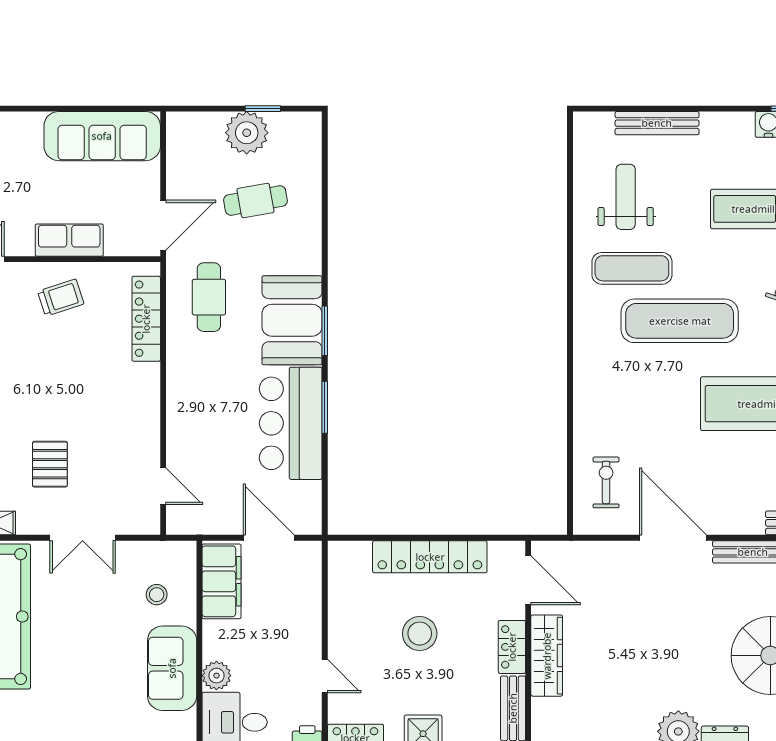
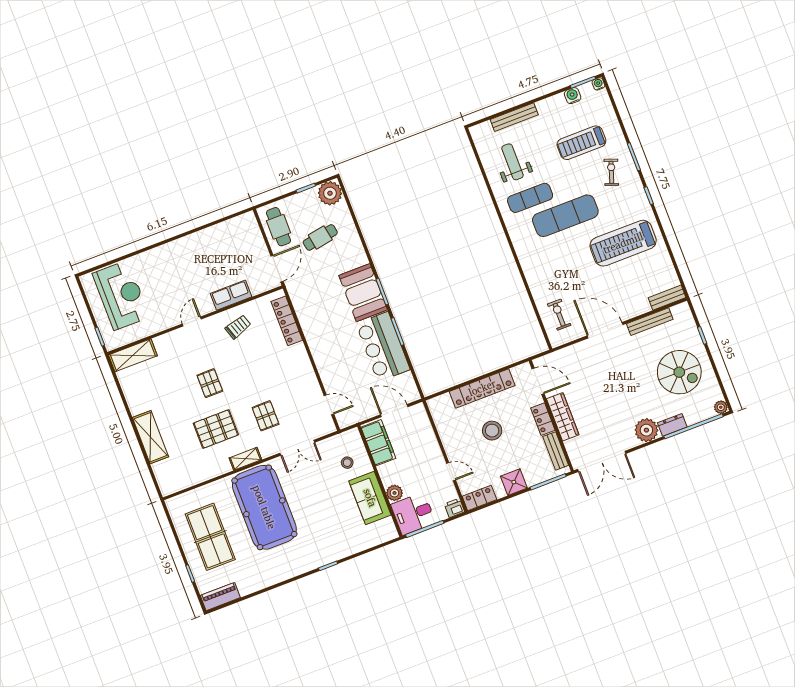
plant: (247, 133) -> (330, 193), moved
sofa: (102, 136) -> (227, 234), removed
cafe table: (209, 297) -> (278, 227), moved

